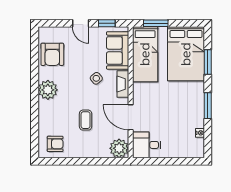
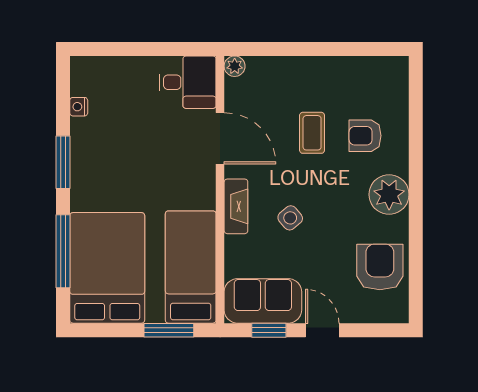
sofa: (118, 50) -> (263, 301), moved, turned -90
window: (208, 62) -> (63, 251), width x1.44
armchair: (55, 144) -> (365, 136), moved
plant: (119, 148) -> (235, 66), width x0.53, depth x0.53

